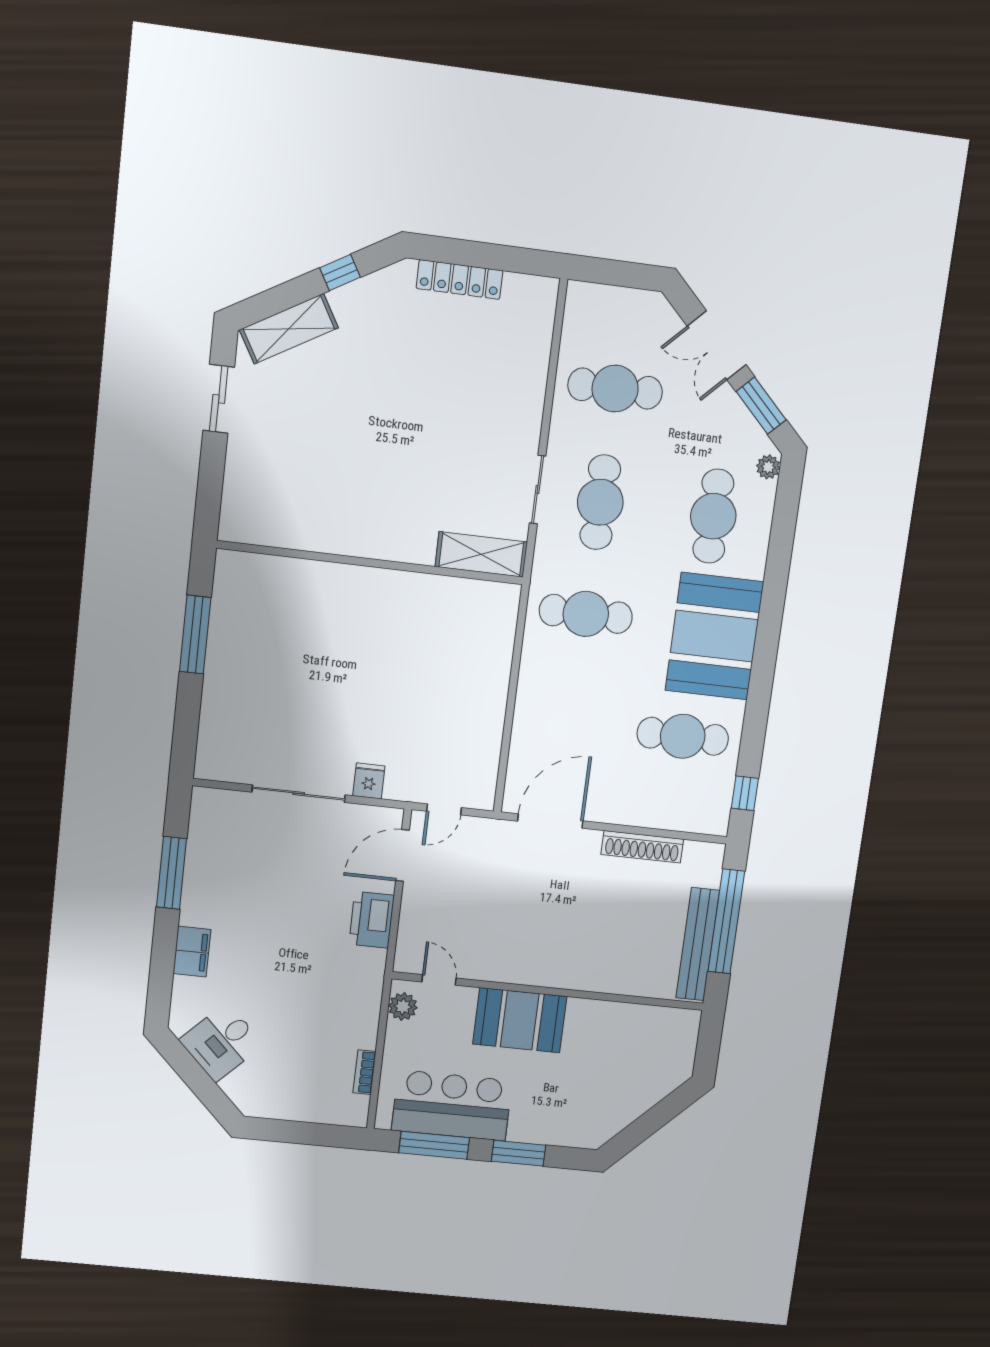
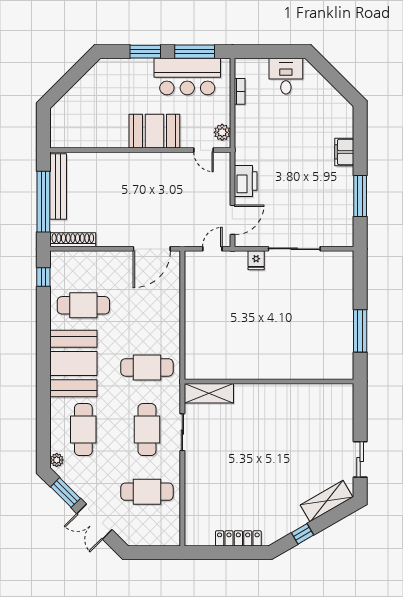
double door: (717, 345) -> (94, 522), swing flipped
shoe rack: (642, 847) -> (73, 240), moved
desk: (221, 1042) -> (286, 76), moved, turned -45

